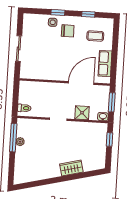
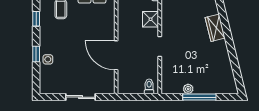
chair: (68, 31) -> (57, 41), removed
door: (81, 83) -> (116, 55), moved
window: (13, 138) -> (199, 97), moved

